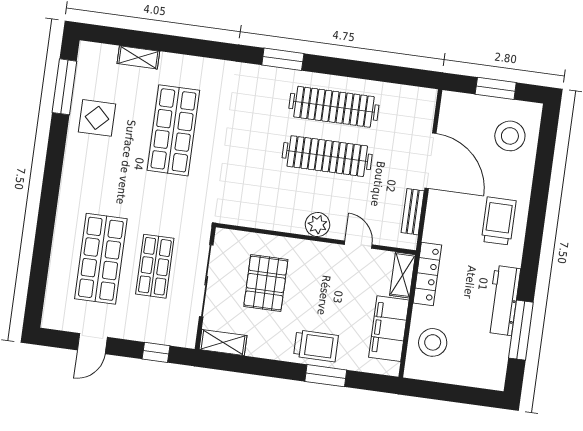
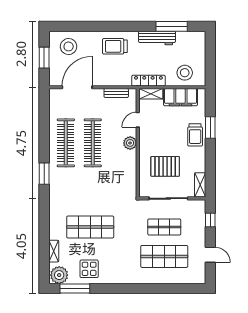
plant: (93, 61) -> (59, 275), added
door: (430, 161) -> (77, 87), moved
trolley: (316, 346) -> (195, 135), turned 180

